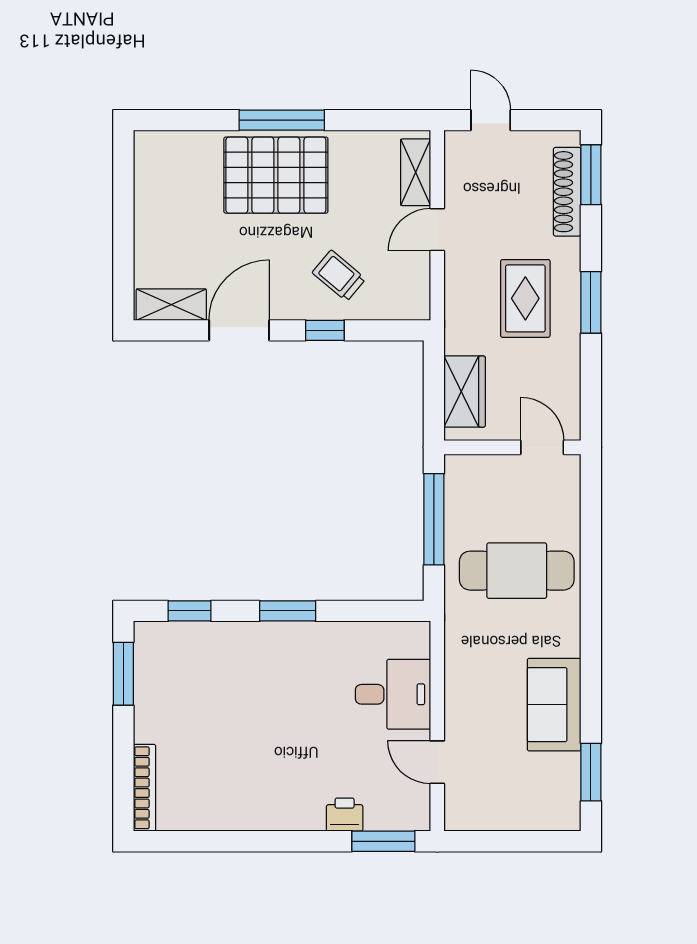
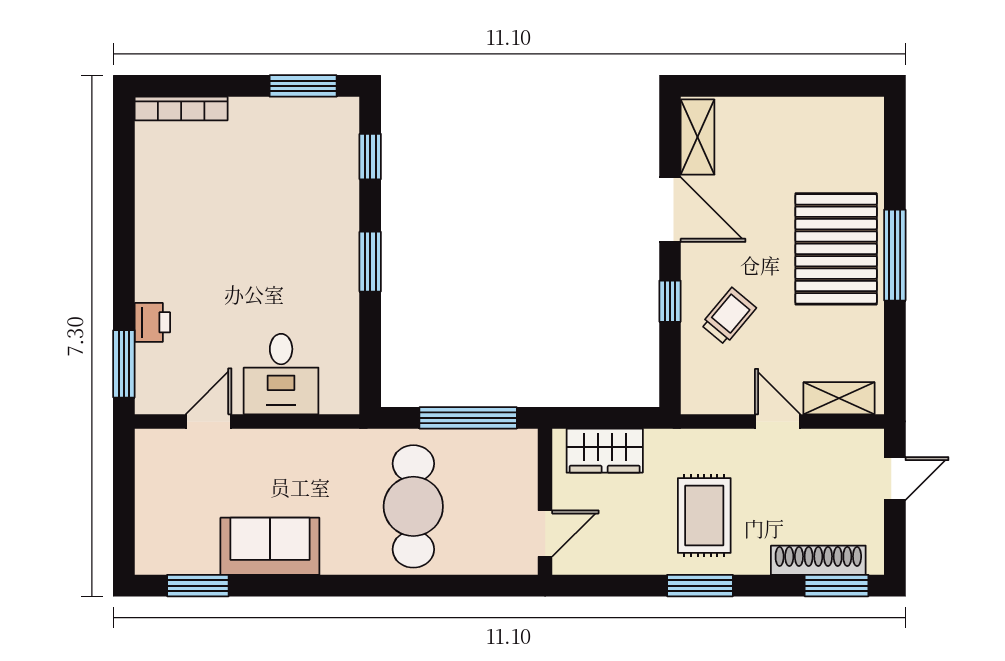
rug: (525, 298) -> (704, 516), turned 90

